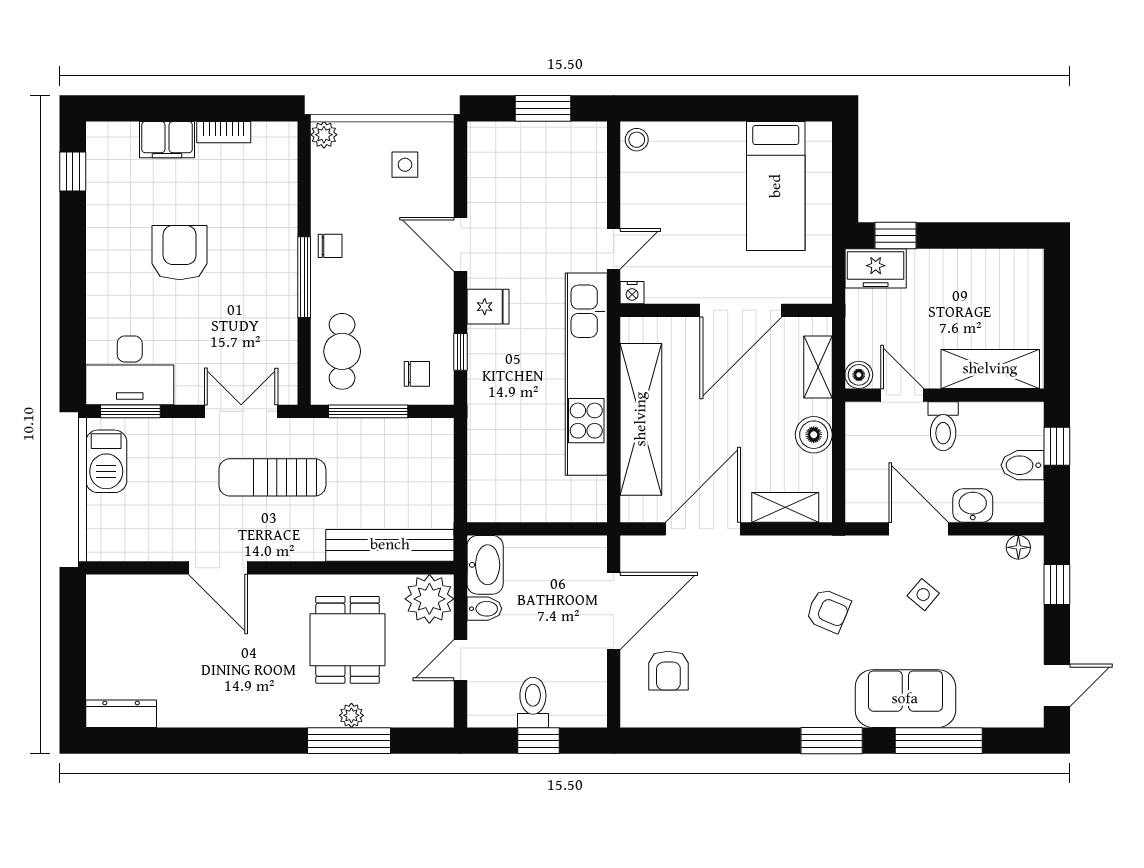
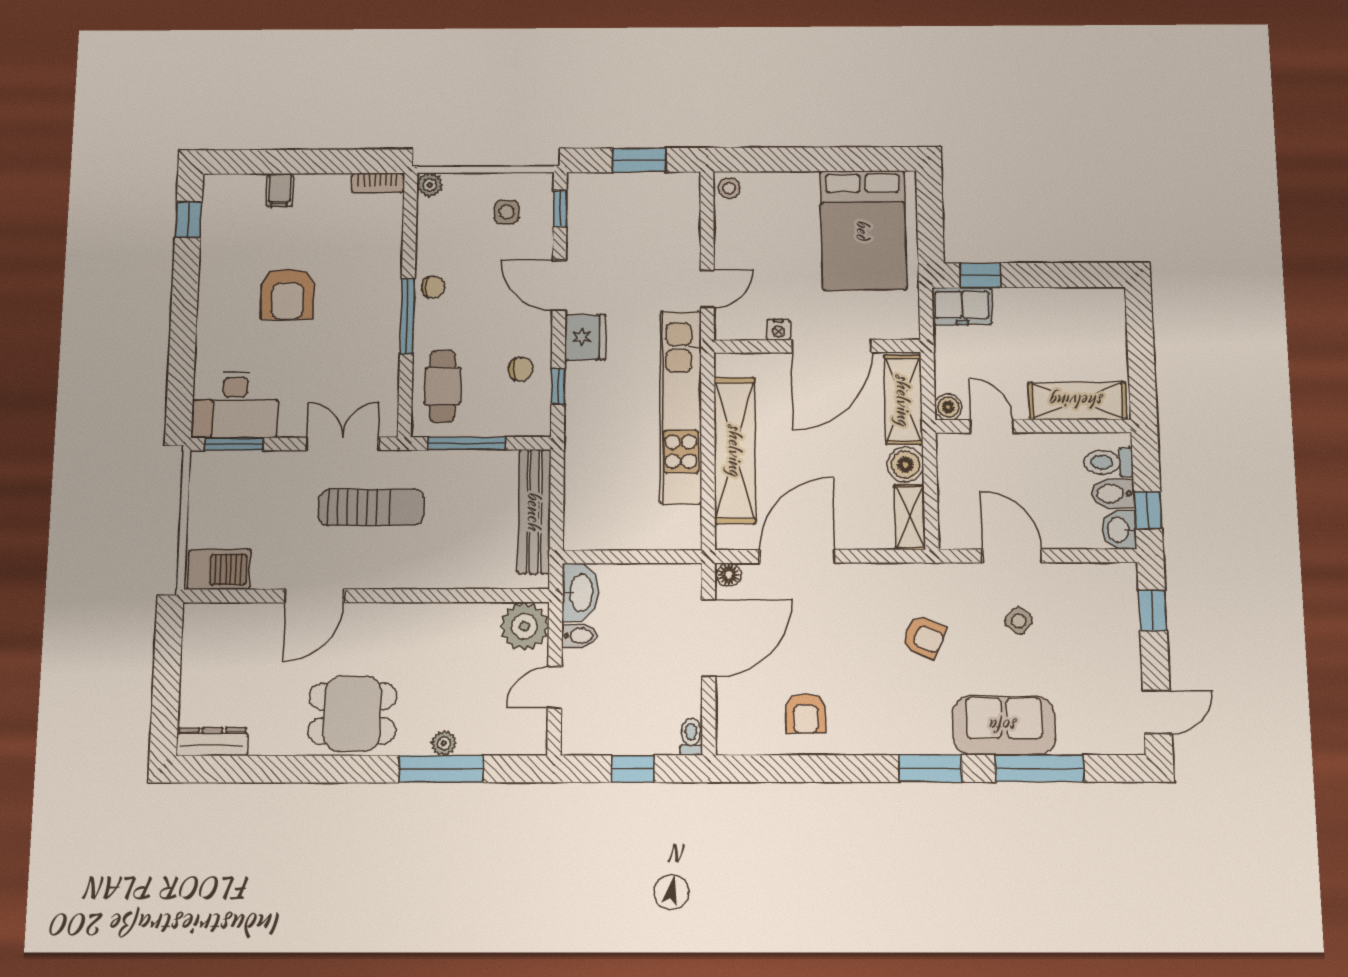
bookcase: (224, 132) -> (377, 183), moved
filing cabinet: (167, 140) -> (280, 190), width x0.50
window: (461, 161) -> (560, 209), added
bed: (776, 186) -> (863, 230), width x1.50
armchair: (180, 253) -> (288, 294), turned 180
nightstand: (632, 293) -> (778, 330), moved
fridge: (488, 307) -> (585, 337), width x1.38
shelving: (818, 367) -> (903, 400), width x1.50, depth x1.33
chair: (417, 374) -> (521, 369), moved
toilet: (943, 426) -> (1109, 462), moved, turned 90
window: (1057, 446) -> (1148, 510), moved
barbecue: (106, 461) -> (219, 570), moved, turned -90
sun lounger: (272, 477) -> (371, 507), turned 180
washbasin: (973, 505) -> (1119, 530), moved, turned -90
shelving: (785, 507) -> (910, 517), moved, turned 90
bench: (390, 545) -> (534, 511), moved, turned 90
floor lamp: (1018, 547) -> (729, 575), moved
door: (218, 568) -> (314, 596), hinge flipped
dining table: (348, 640) -> (352, 714), moved, turned 90
armchair: (668, 671) -> (806, 713), moved
toilet: (533, 702) -> (691, 737), moved, width x0.73, depth x0.72

